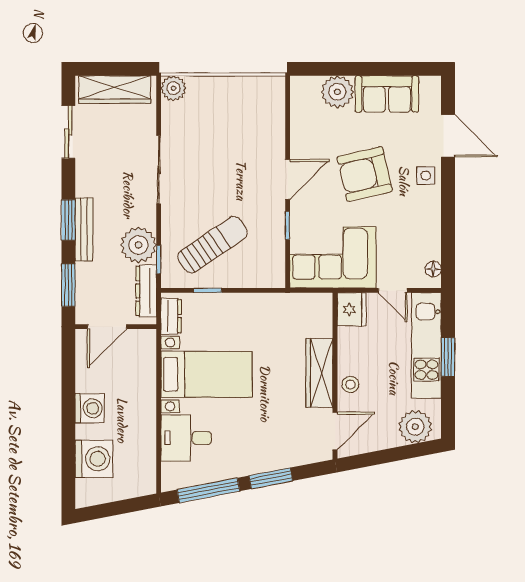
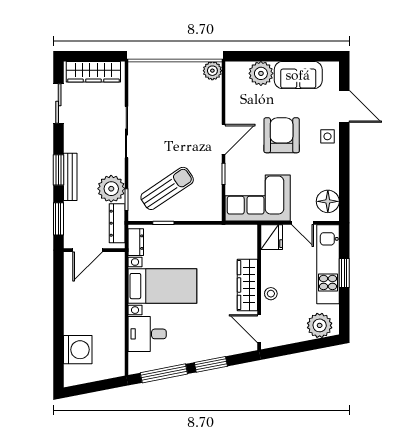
plant: (173, 88) -> (212, 71), moved
armchair: (365, 174) -> (282, 135), turned 103
floor lamp: (433, 269) -> (328, 201), width x1.89, depth x1.89
washing machine: (90, 408) -> (75, 312), removed
door: (335, 431) -> (259, 329), swing flipped

